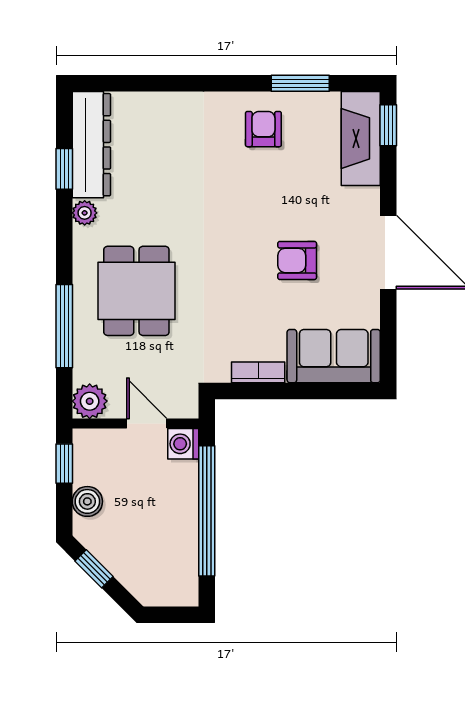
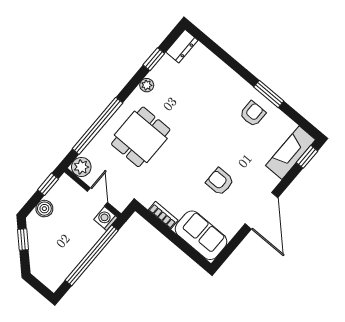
window: (300, 83) -> (269, 94), moved
dresser: (91, 145) -> (182, 46), width x0.51, depth x0.80
window: (64, 326) -> (97, 126), width x1.46

